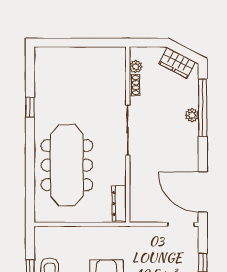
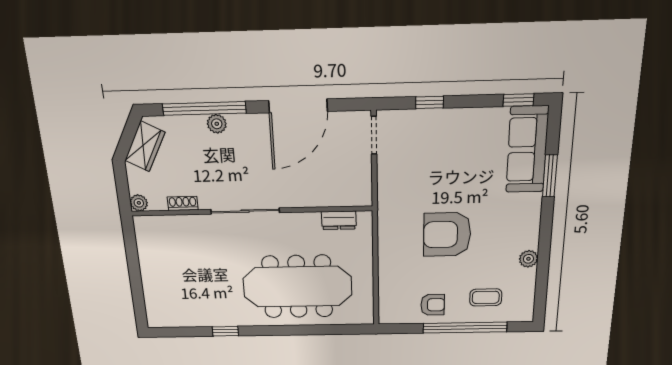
plant: (136, 67) -> (139, 203), moved
door: (203, 192) -> (298, 106), moved
dresser: (119, 203) -> (339, 220), width x0.70

